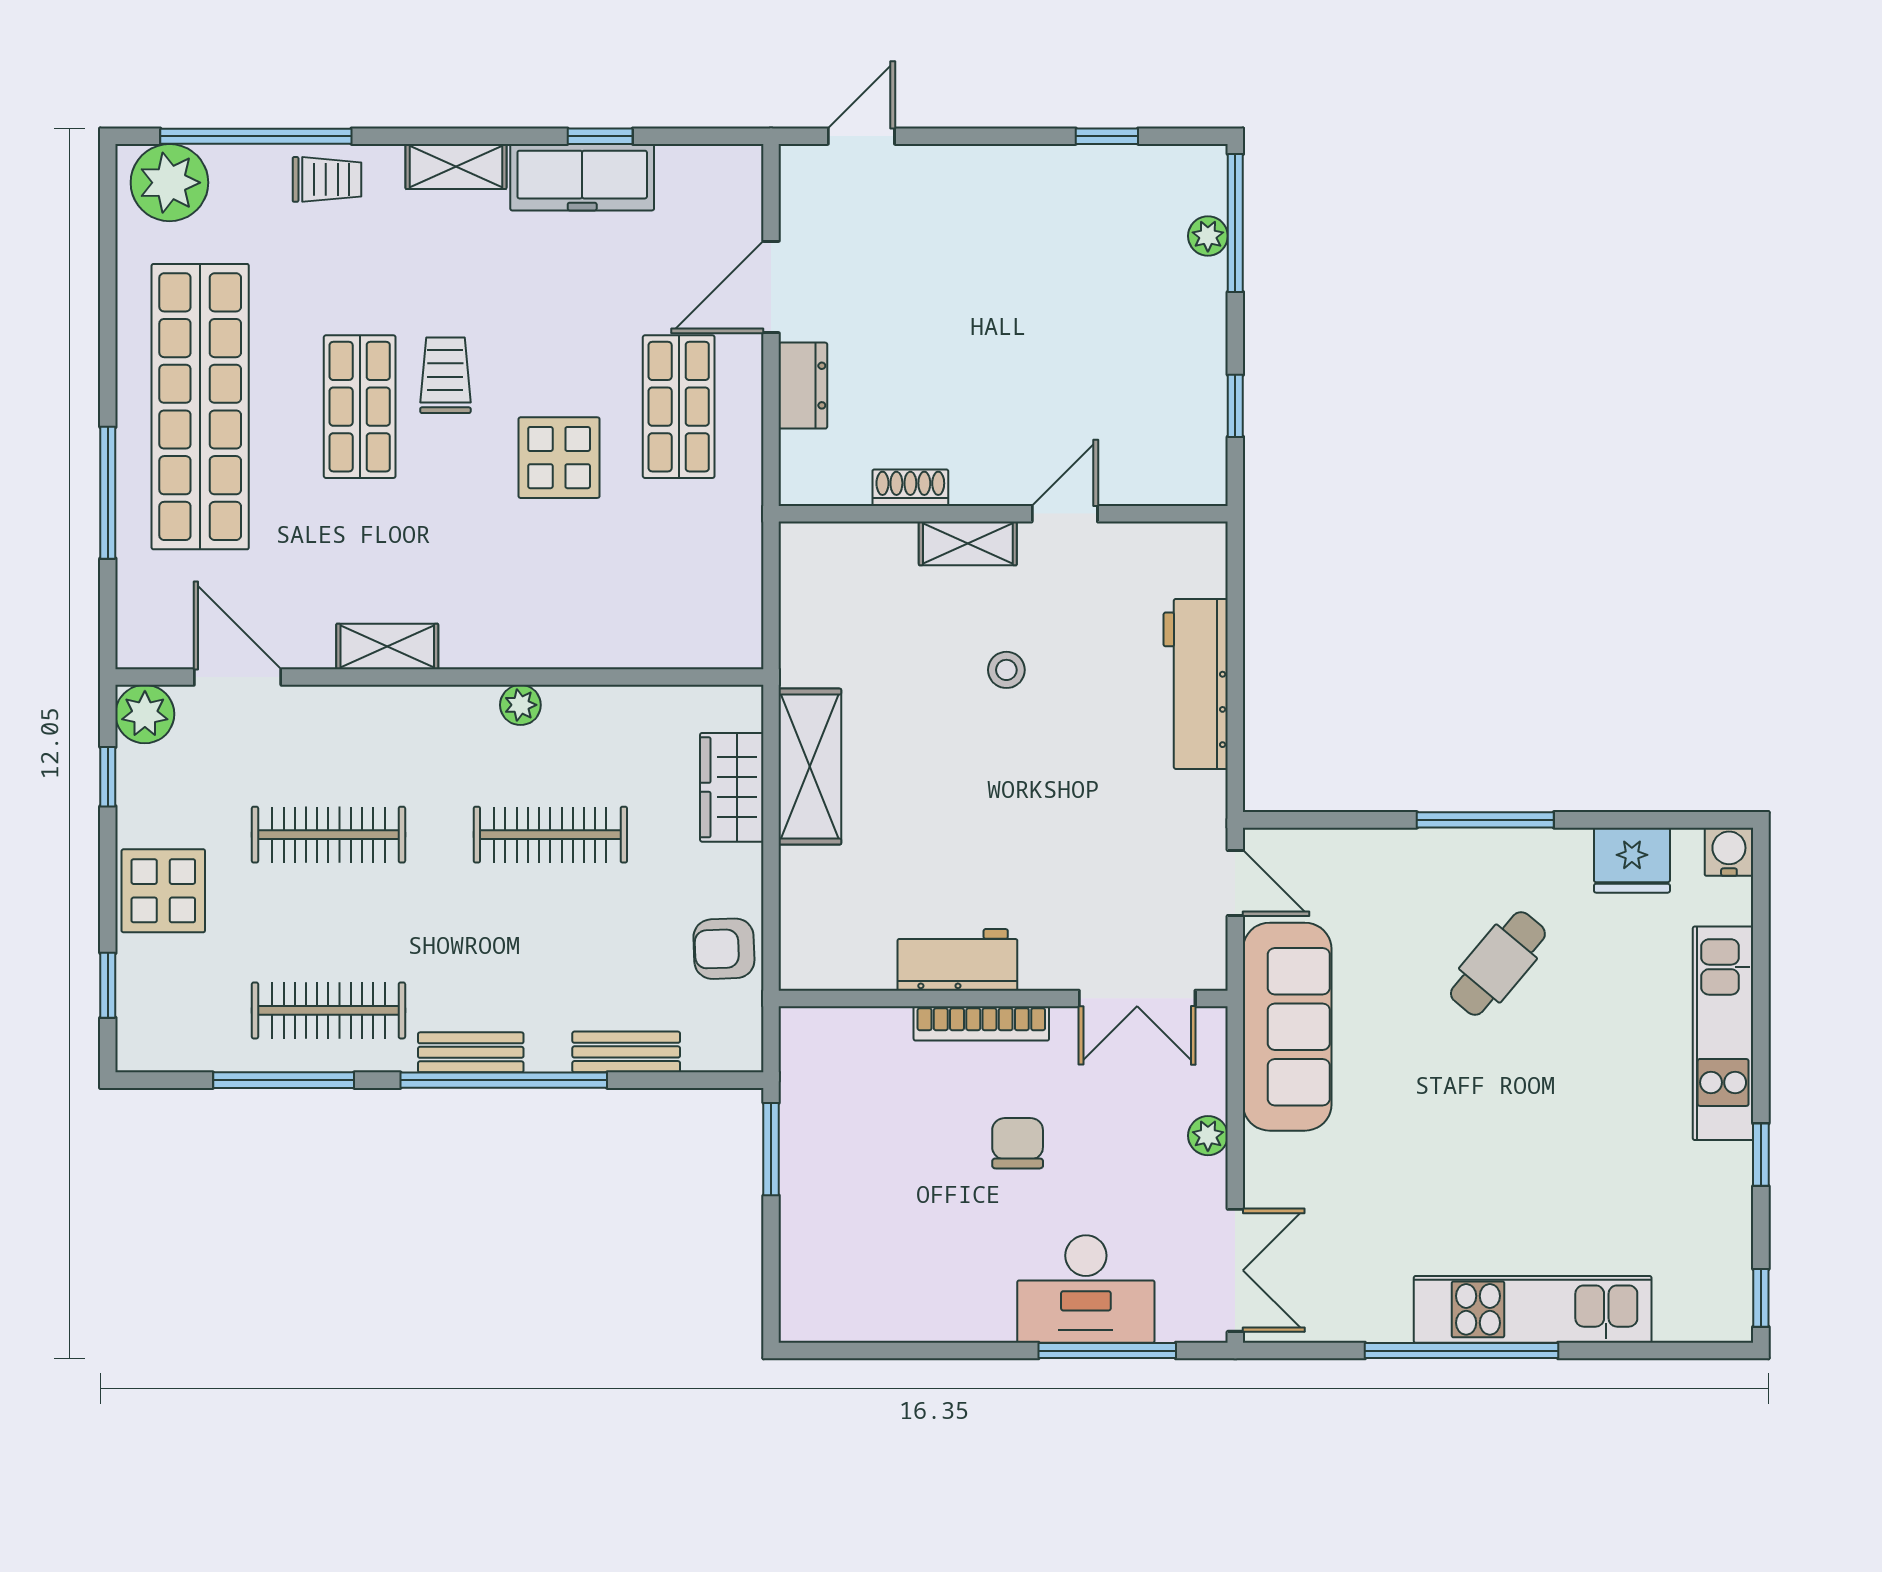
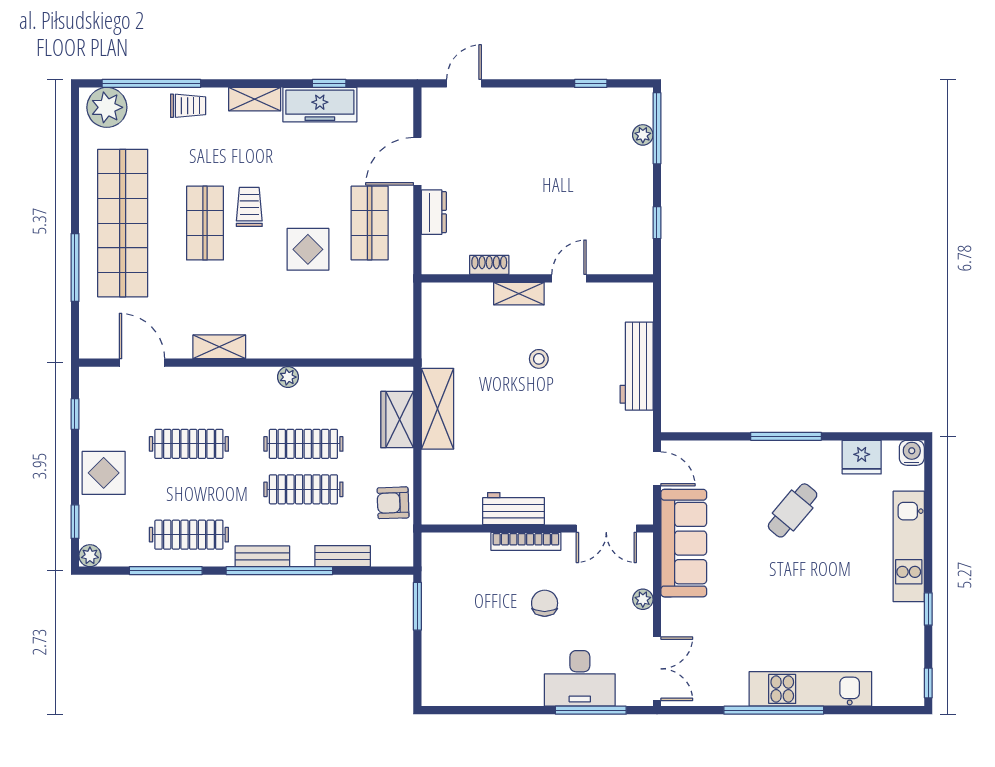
plant: (145, 714) -> (90, 556), moved, width x0.73, depth x0.73
clothes rail: (550, 923) -> (303, 489), added

